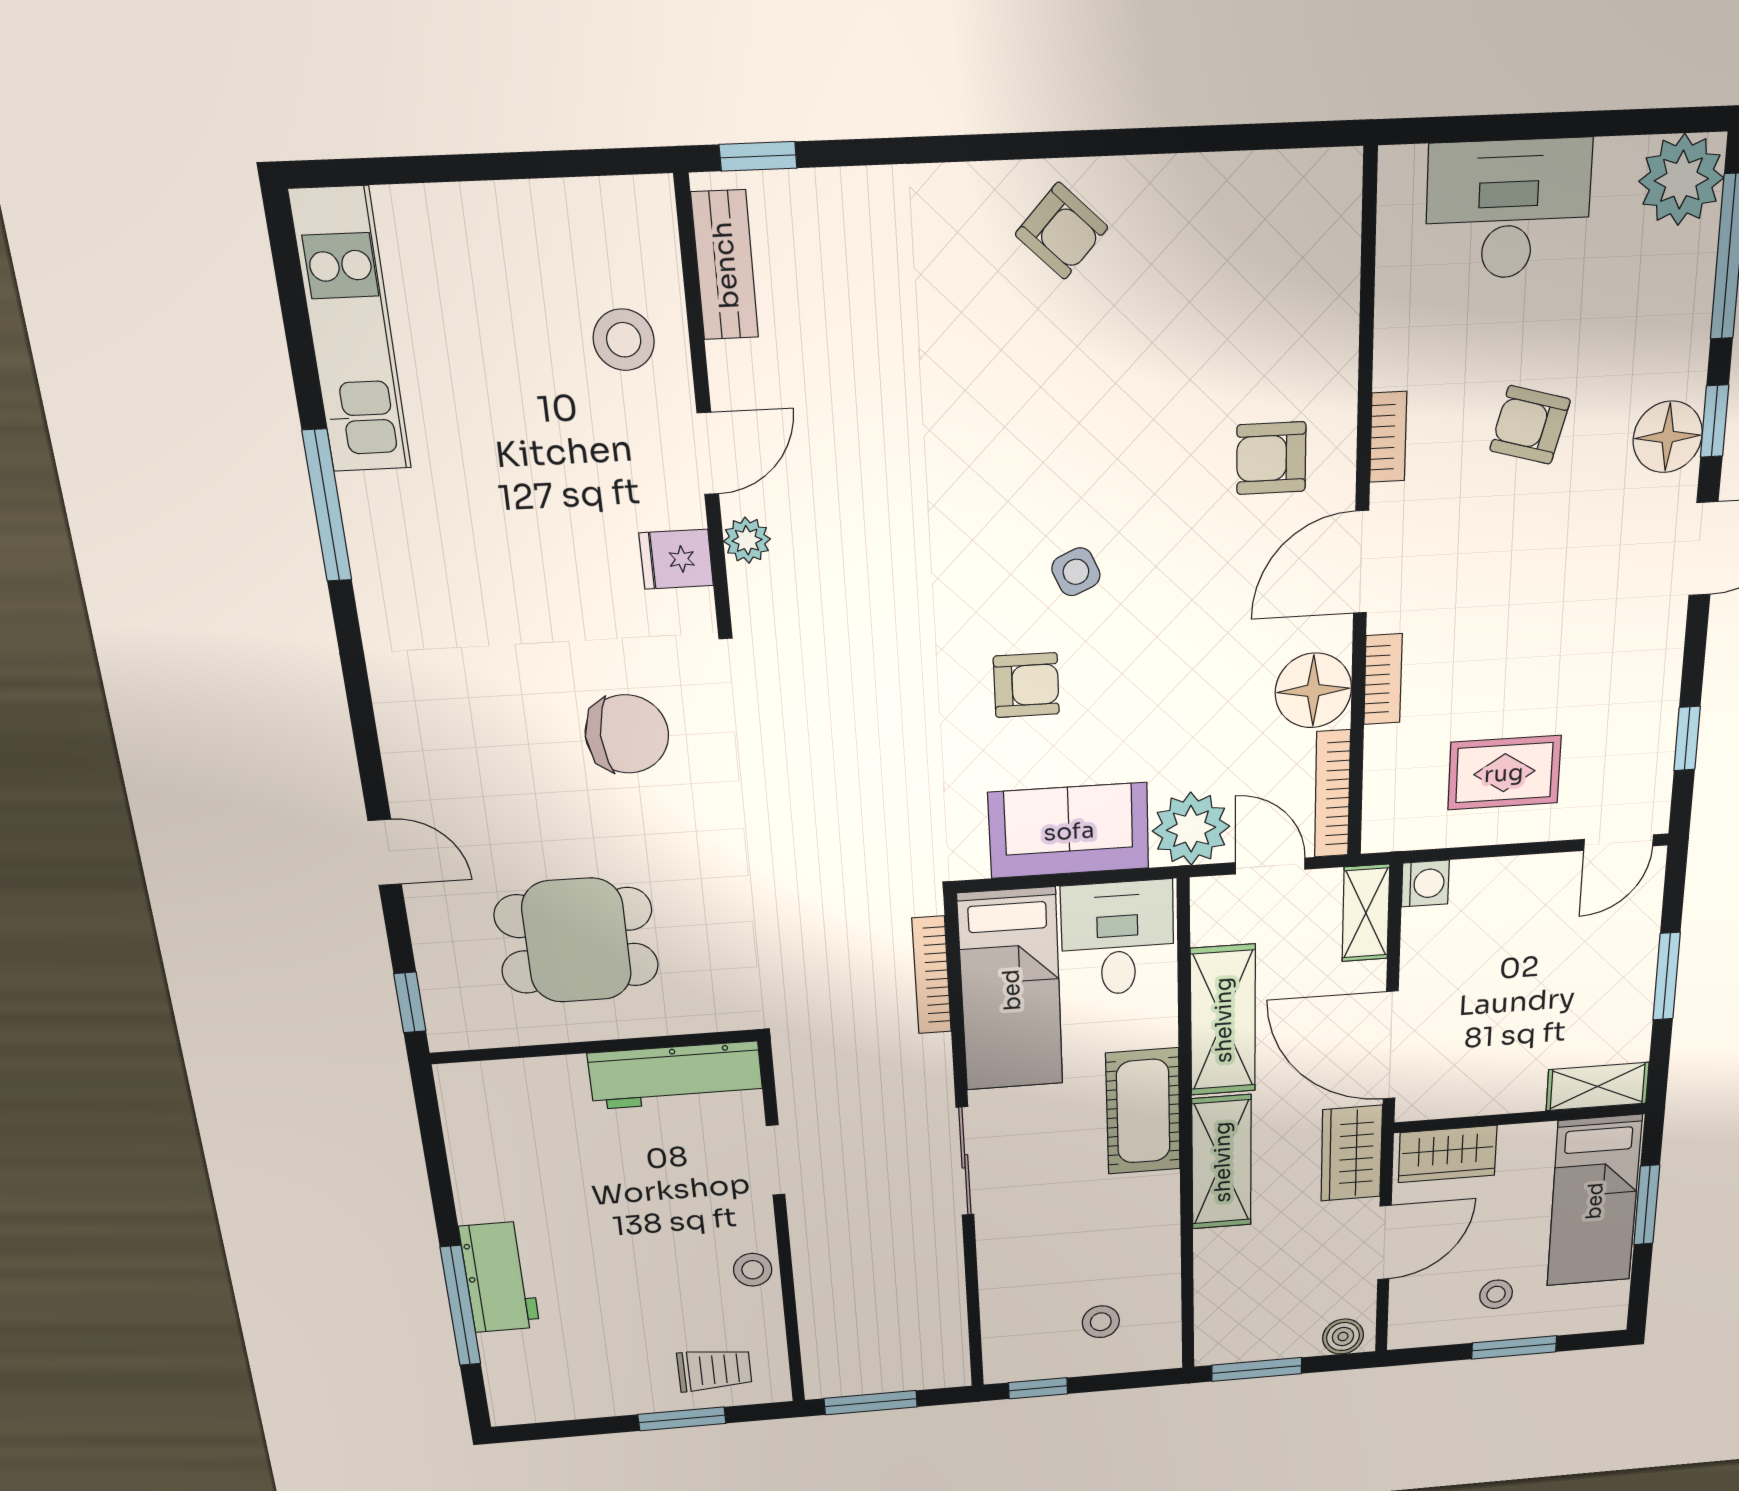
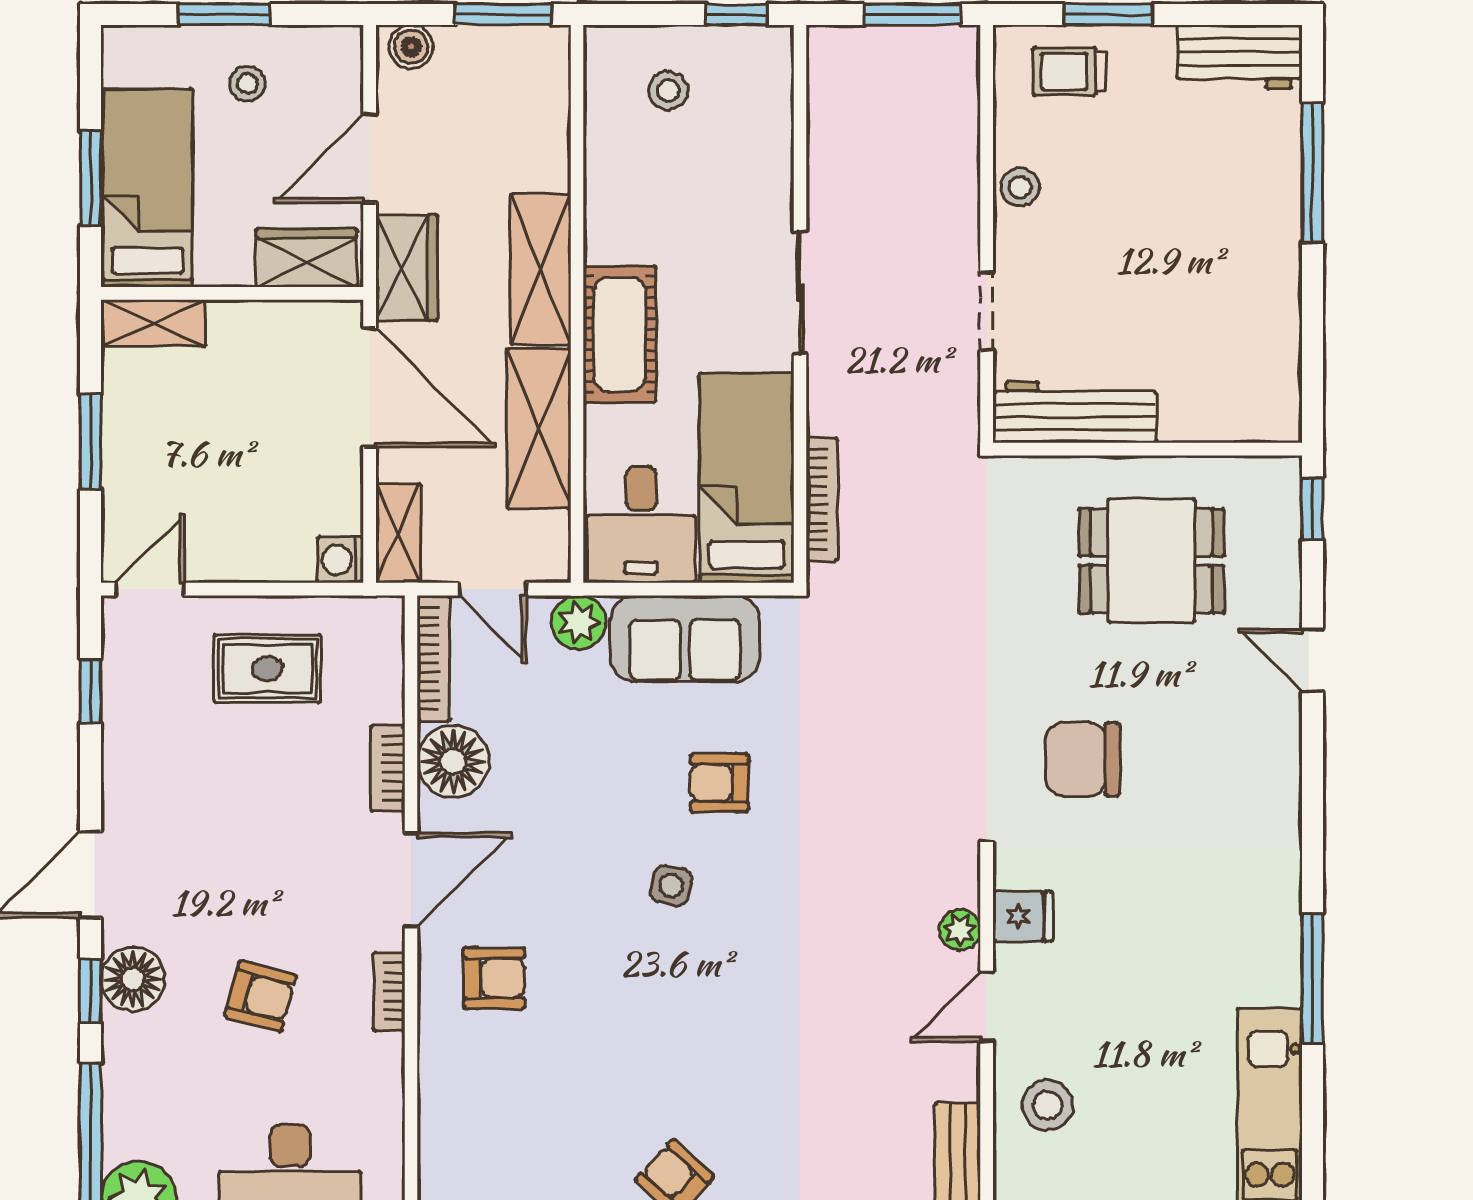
side table: (1076, 572) -> (671, 886), turned 37
plant: (1191, 829) -> (579, 622), width x0.73, depth x0.73
workbench: (500, 1277) -> (1239, 57), moved, turned -90

